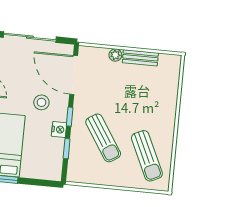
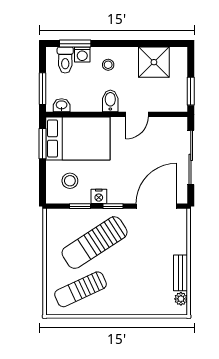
plant: (115, 55) -> (181, 299), moved
stool: (41, 102) -> (70, 181), moved
sun lounger: (103, 138) -> (95, 243), width x1.36, depth x1.34

